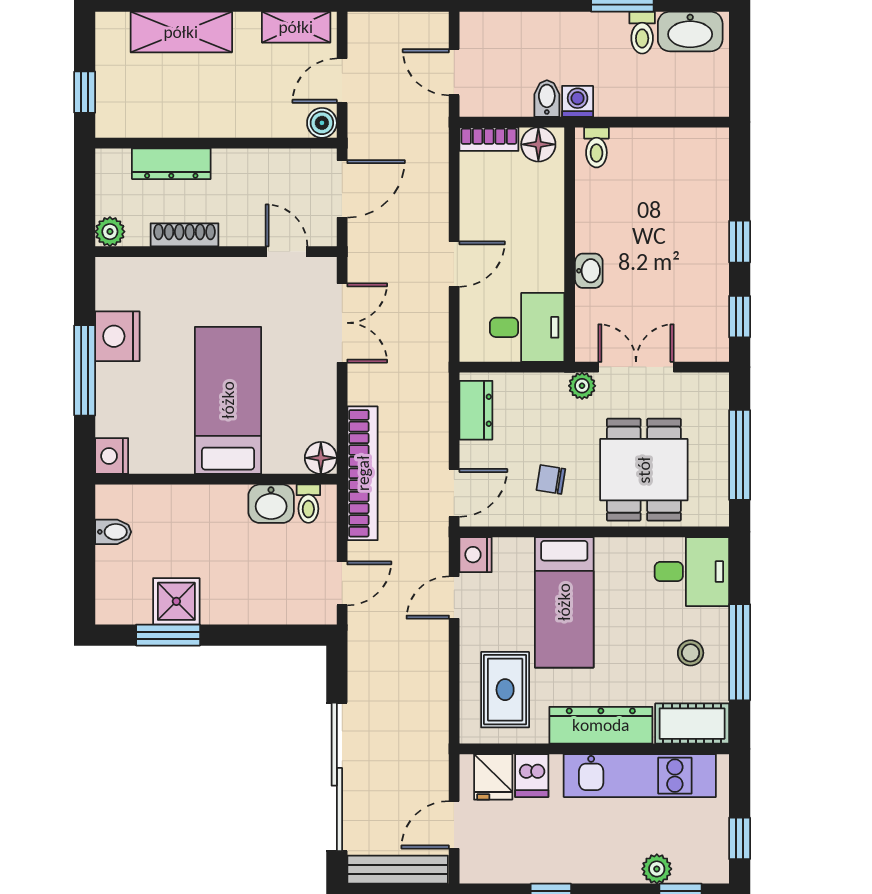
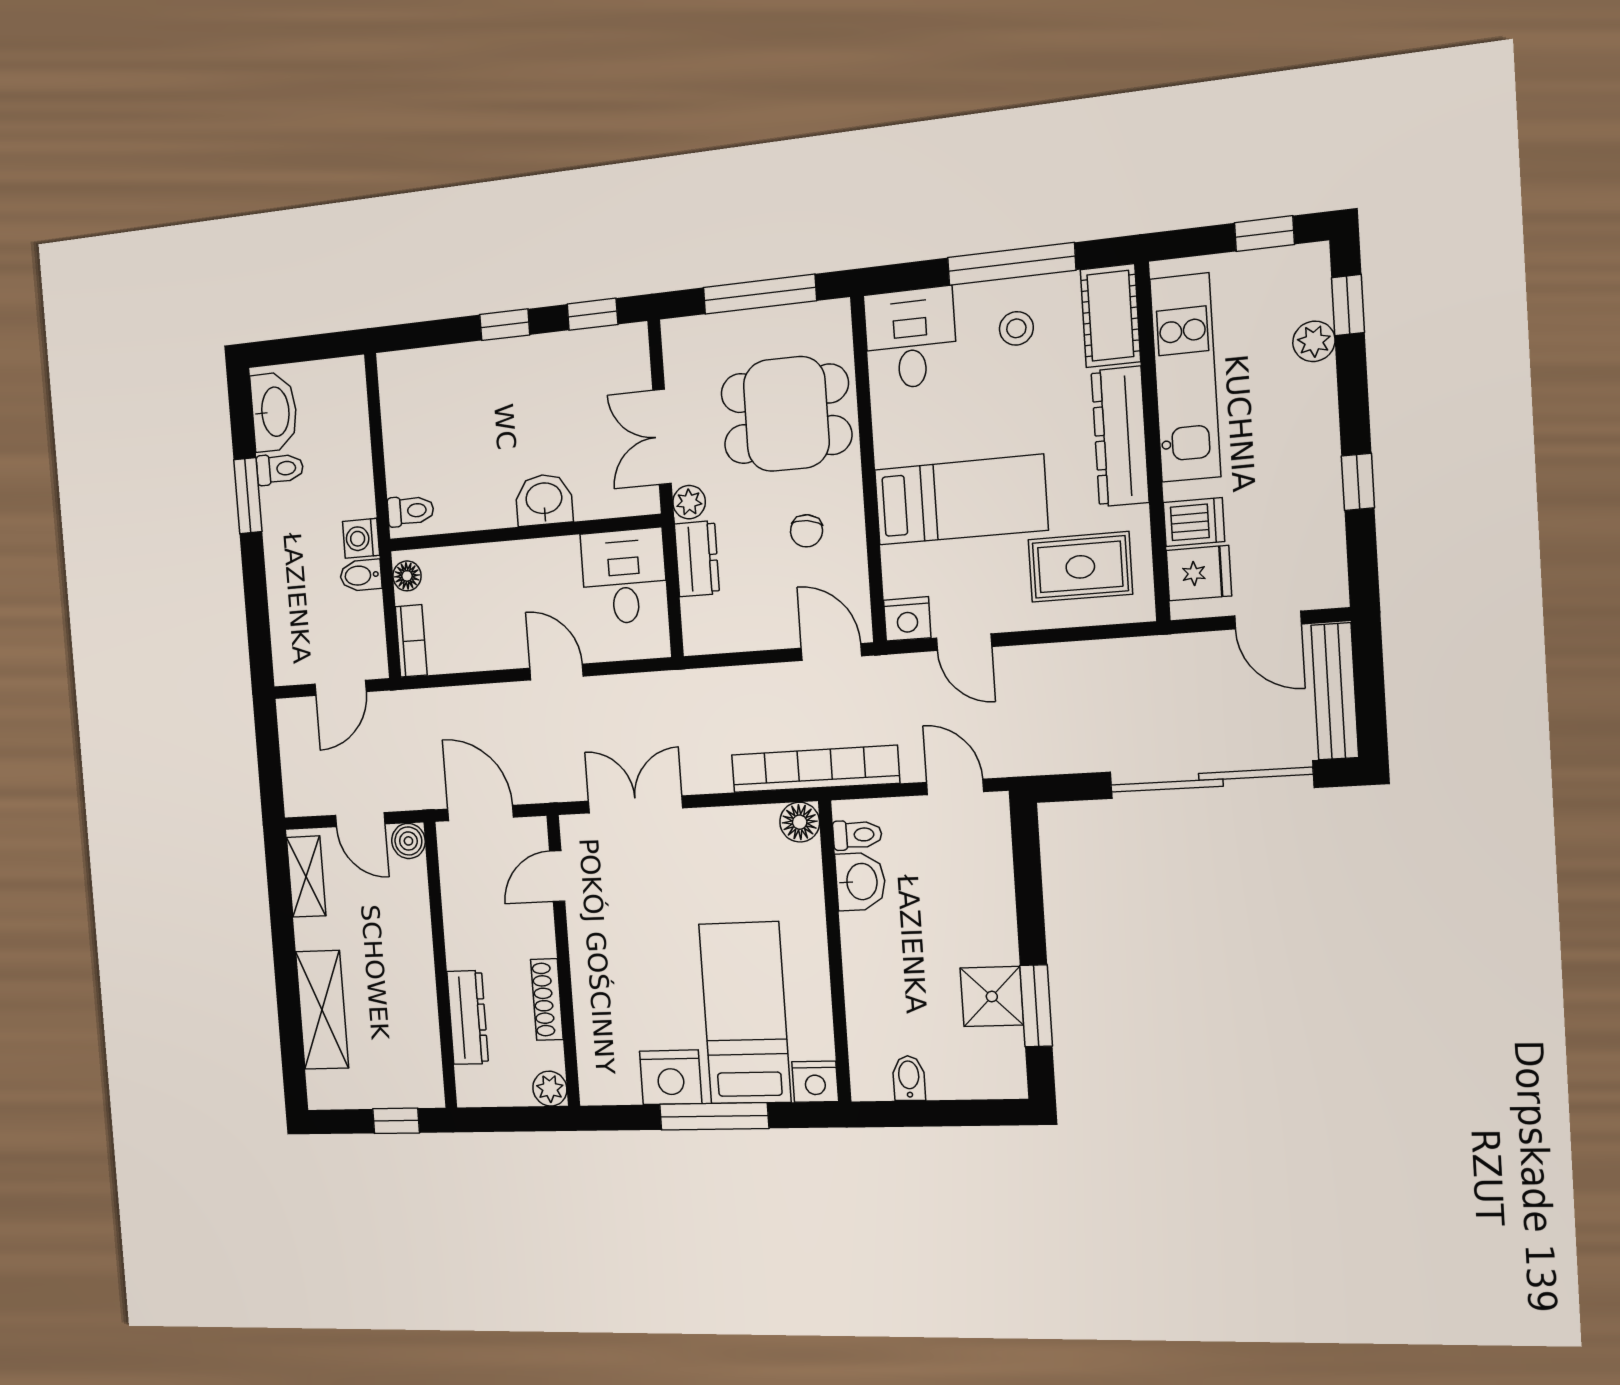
floor lamp: (538, 144) -> (407, 576), width x0.73, depth x0.73
washbasin: (589, 271) -> (544, 500), width x1.38, depth x1.45
bed: (228, 400) -> (745, 1013), moved, turned 90
dresser: (476, 410) -> (697, 559), moved, turned 90

